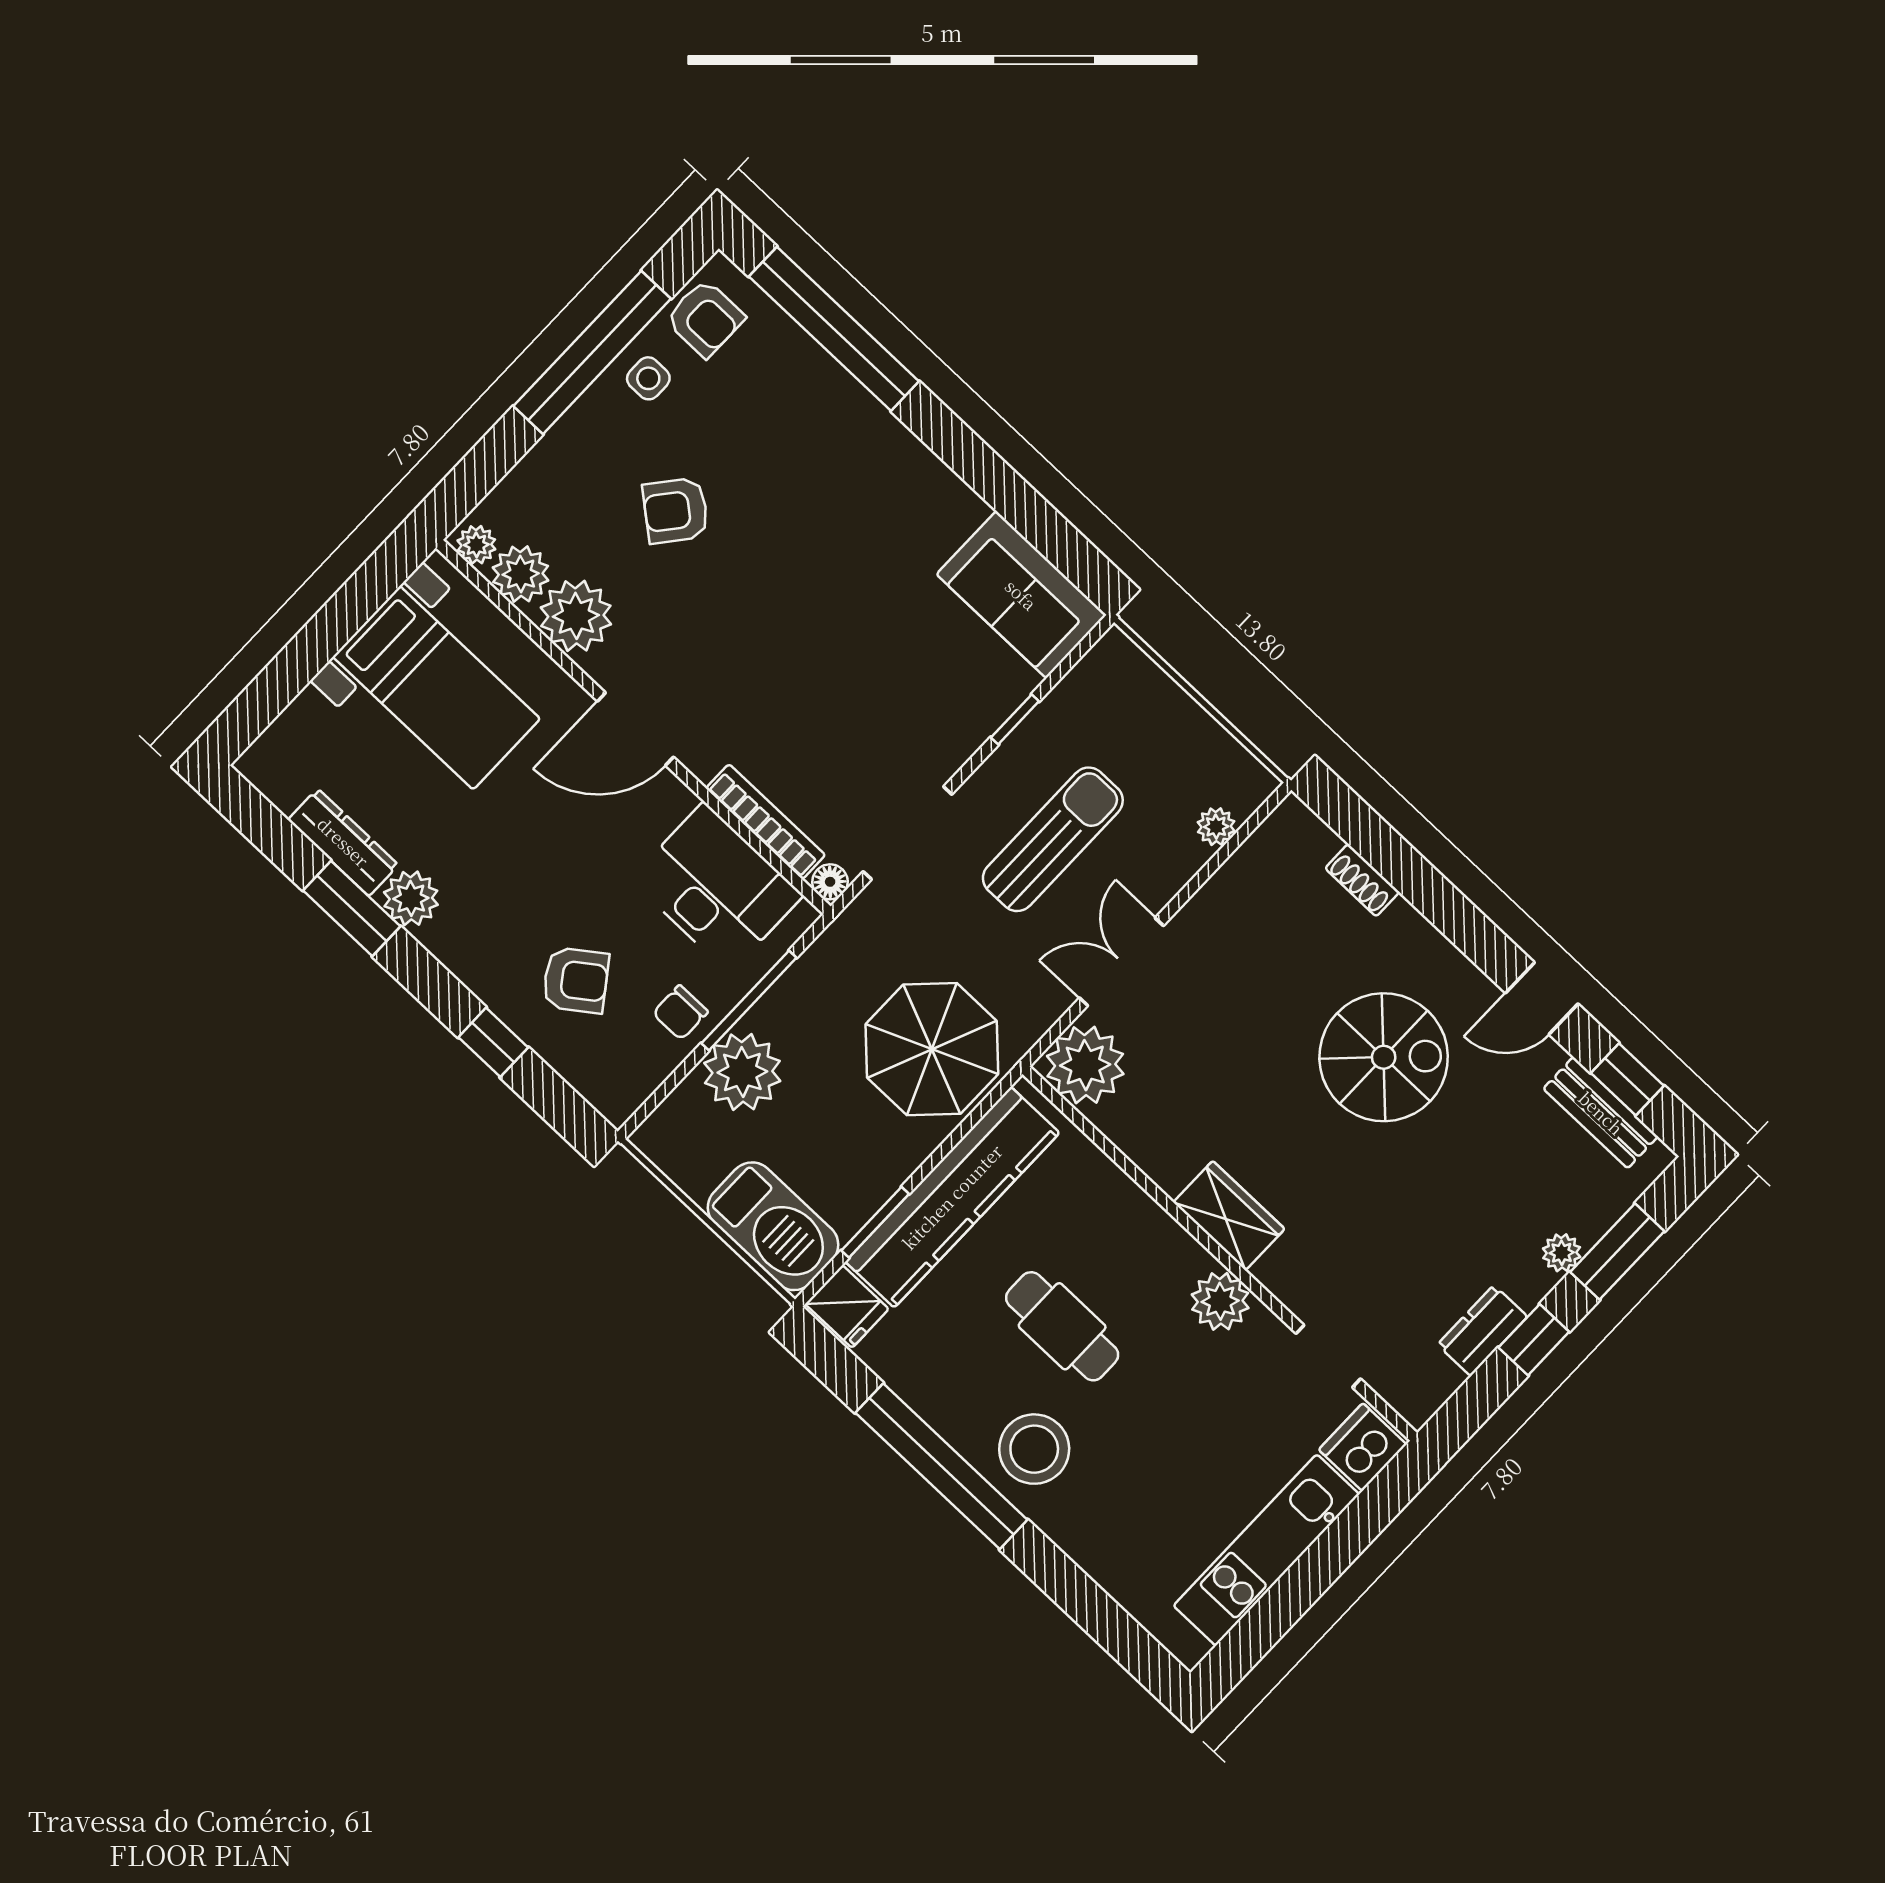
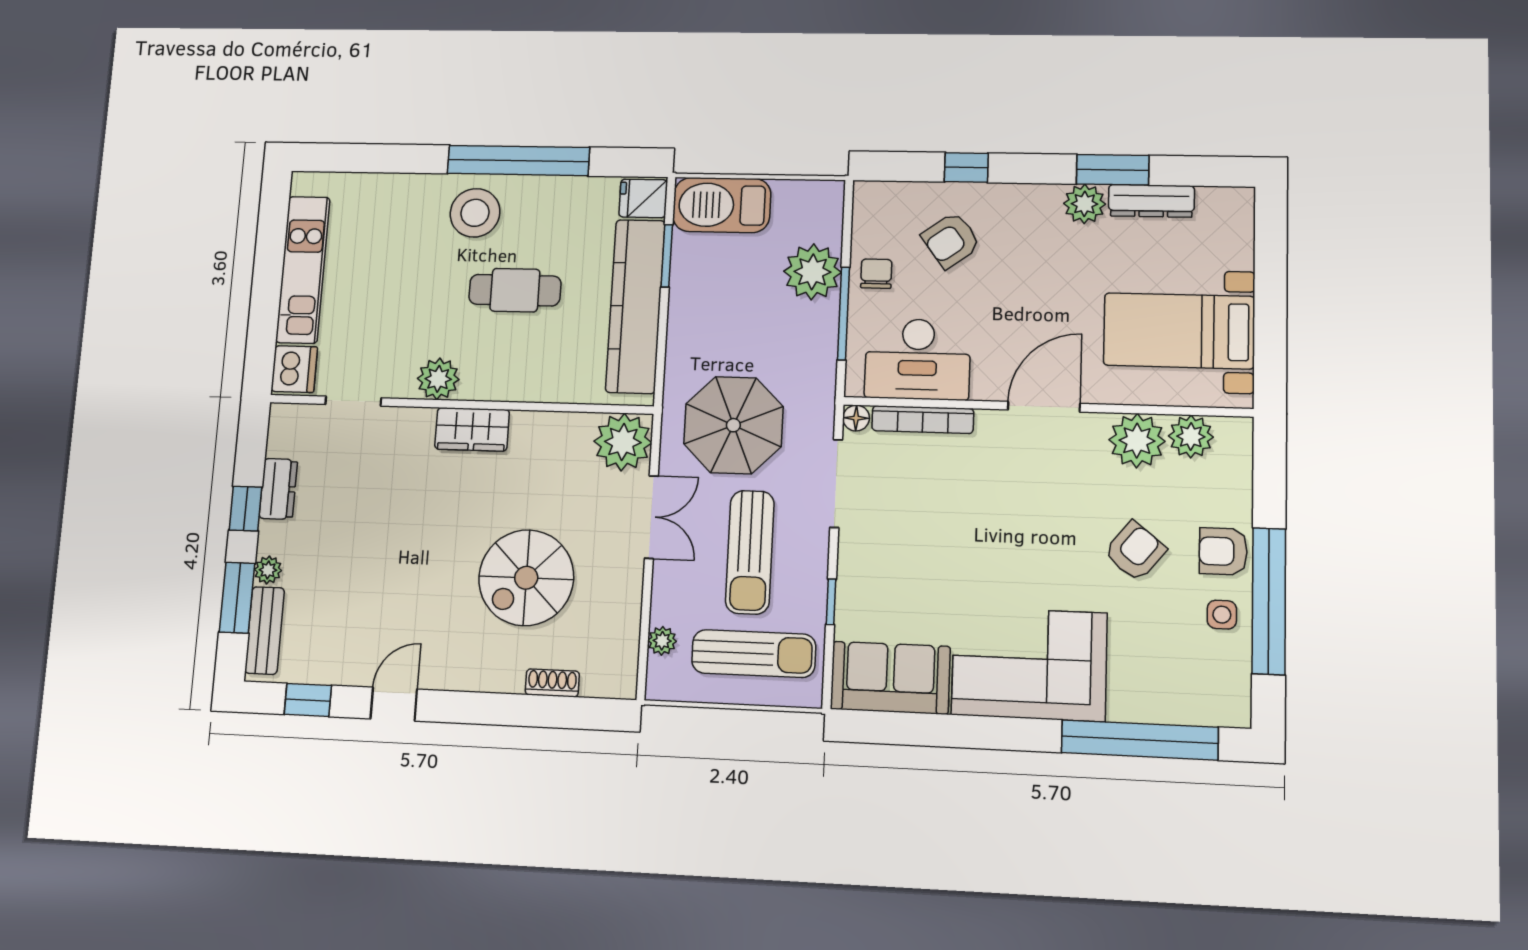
armchair: (705, 318) -> (1223, 551), moved
corner sofa: (875, 491) -> (1029, 664), added
plant: (476, 545) -> (1232, 431), removed
sun lounger: (1136, 735) -> (754, 654), added
parasol: (932, 1049) -> (733, 425), moved
spiral stairs: (1384, 1057) -> (526, 578), moved
bench: (1601, 1113) -> (265, 630), moved, turned 90

